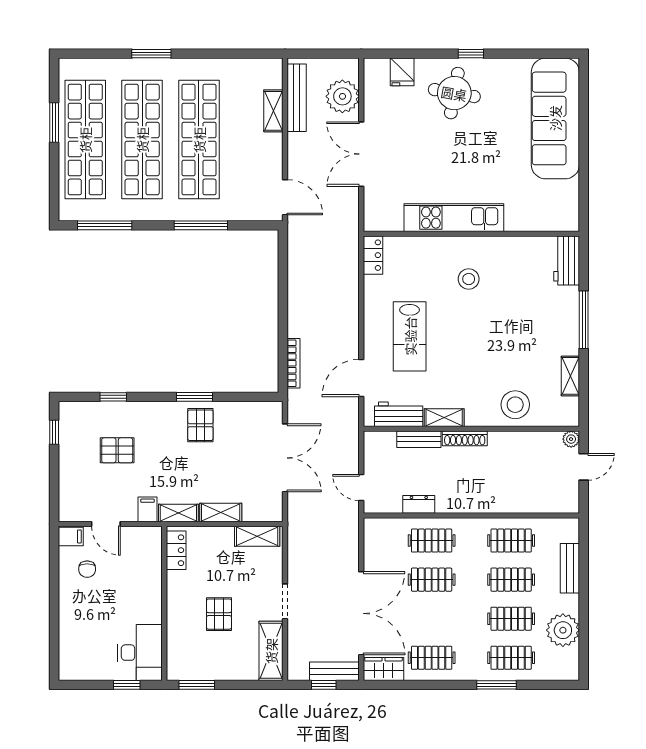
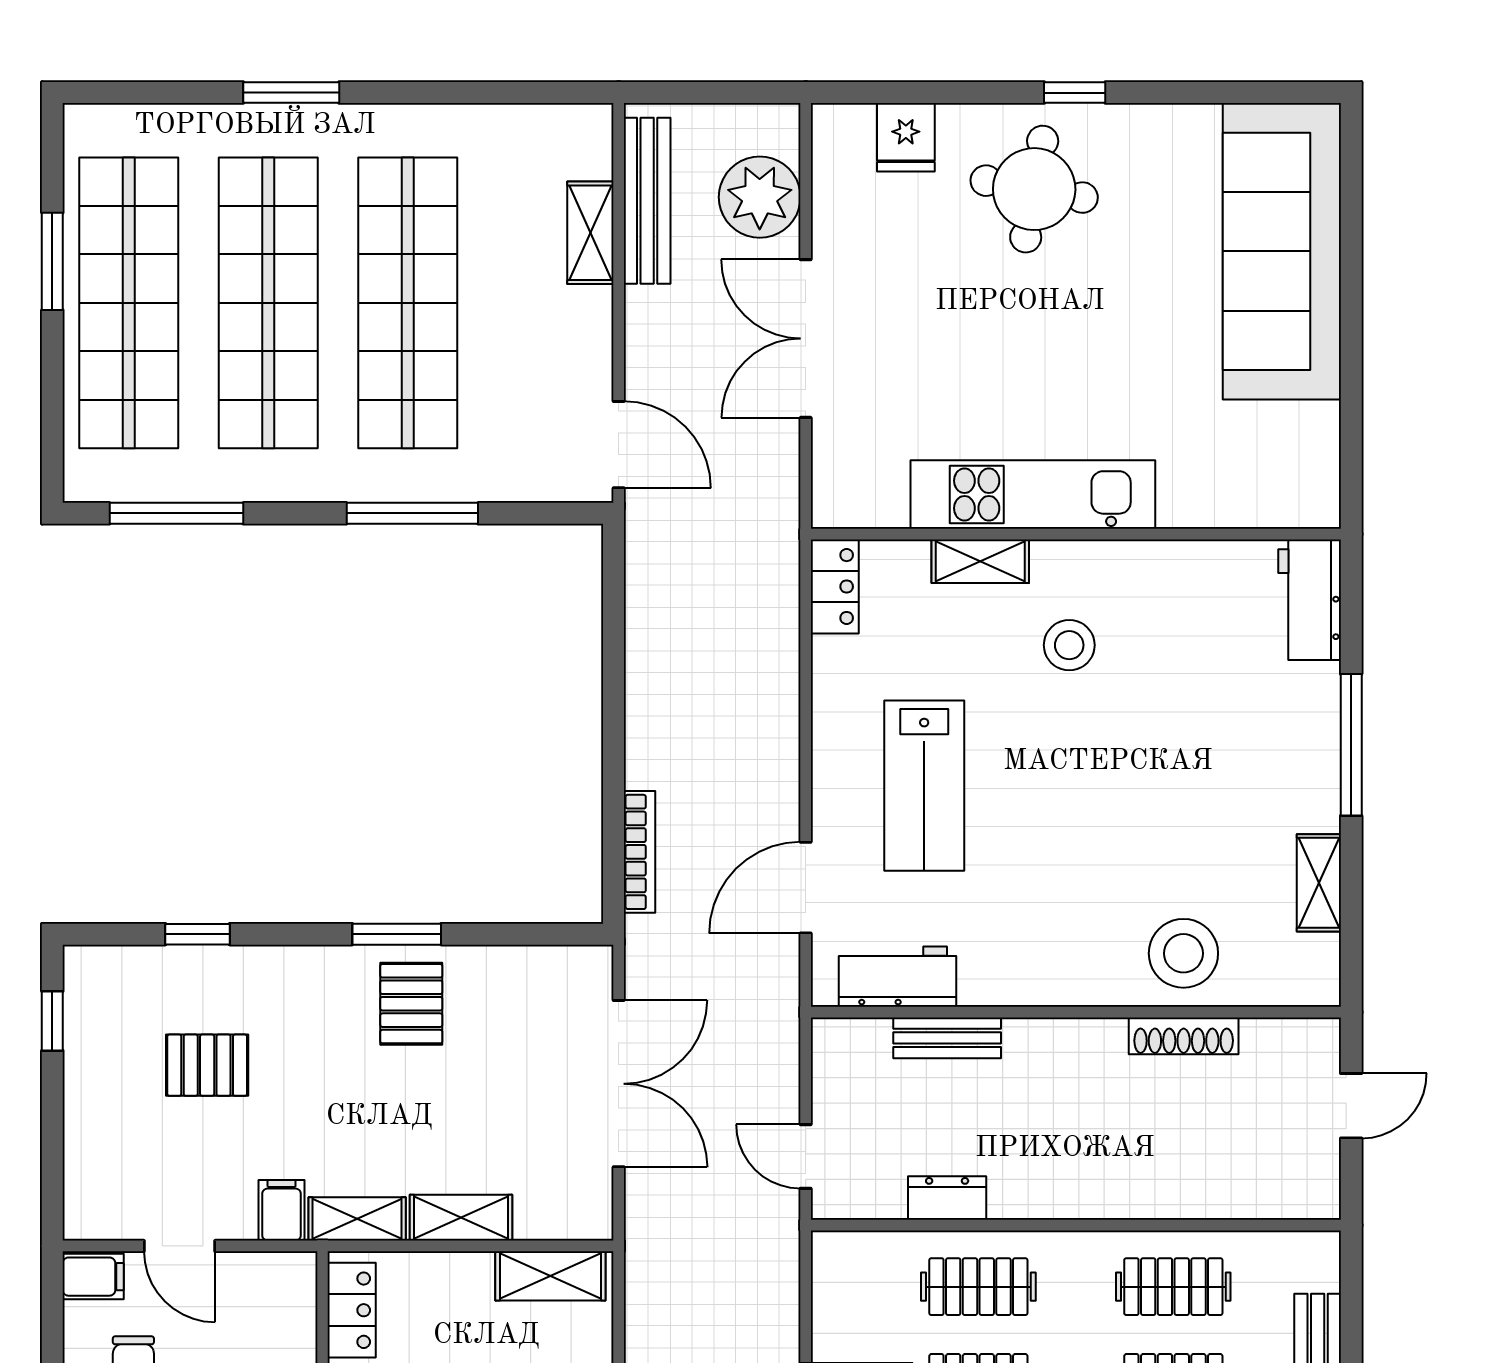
shelving: (444, 418) -> (980, 561), moved
shoe rack: (465, 438) -> (1184, 1036), moved
plant: (571, 439) -> (1320, 1038), removed

